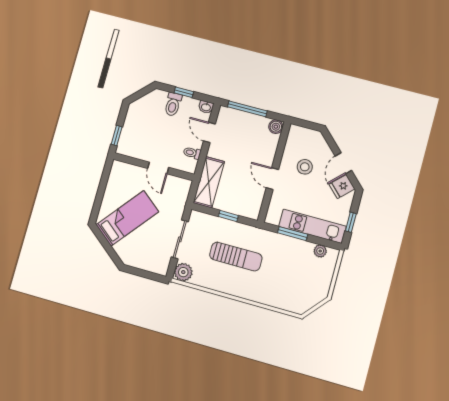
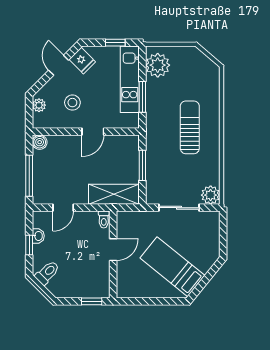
toilet: (173, 104) -> (47, 273), moved, turned -45
washbasin: (206, 107) -> (38, 236), moved
plant: (311, 135) -> (39, 105), added
toilet: (192, 153) -> (104, 219), moved
door: (343, 163) -> (59, 65), swing flipped
window: (228, 216) -> (142, 165), width x1.50
plant: (320, 251) -> (158, 65), width x1.87, depth x1.87
sun lounger: (236, 257) -> (190, 127), moved

